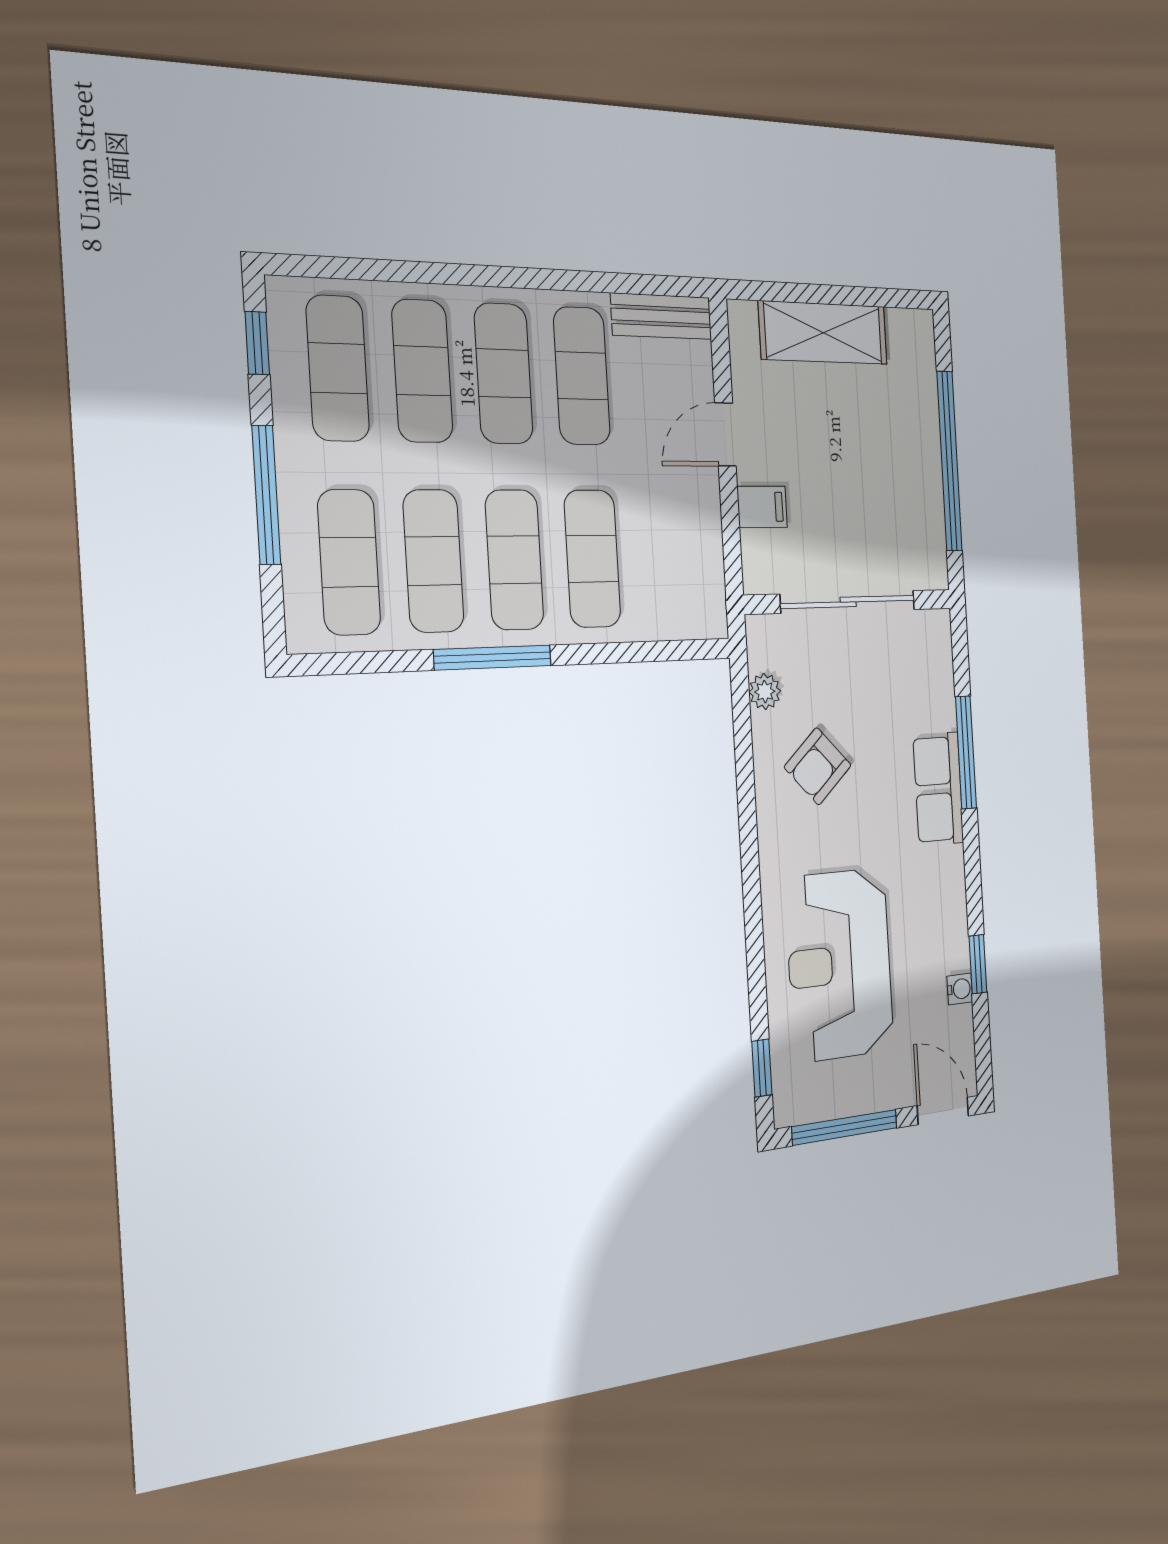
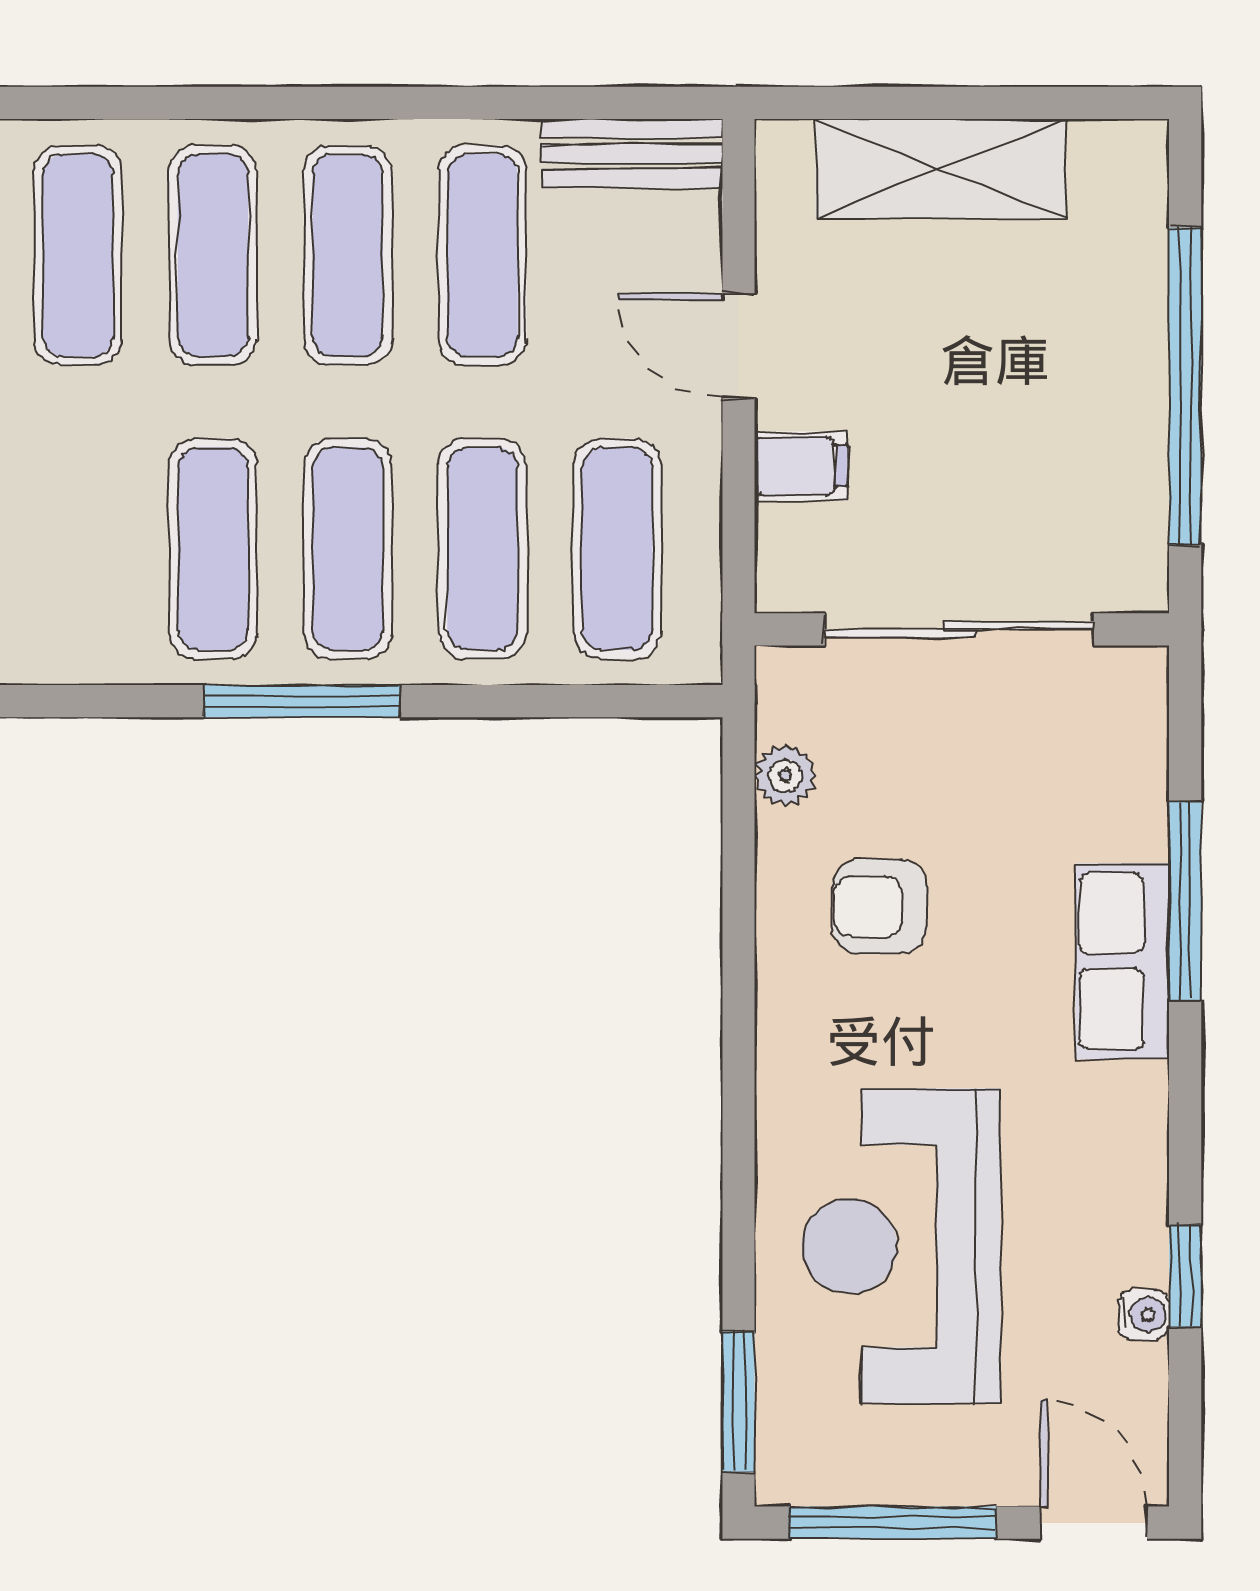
door: (725, 435) -> (739, 346), hinge flipped
exercise mat: (349, 562) -> (617, 549), moved
armchair: (818, 766) -> (880, 907), turned 43
window: (762, 1068) -> (739, 1401), width x1.50

